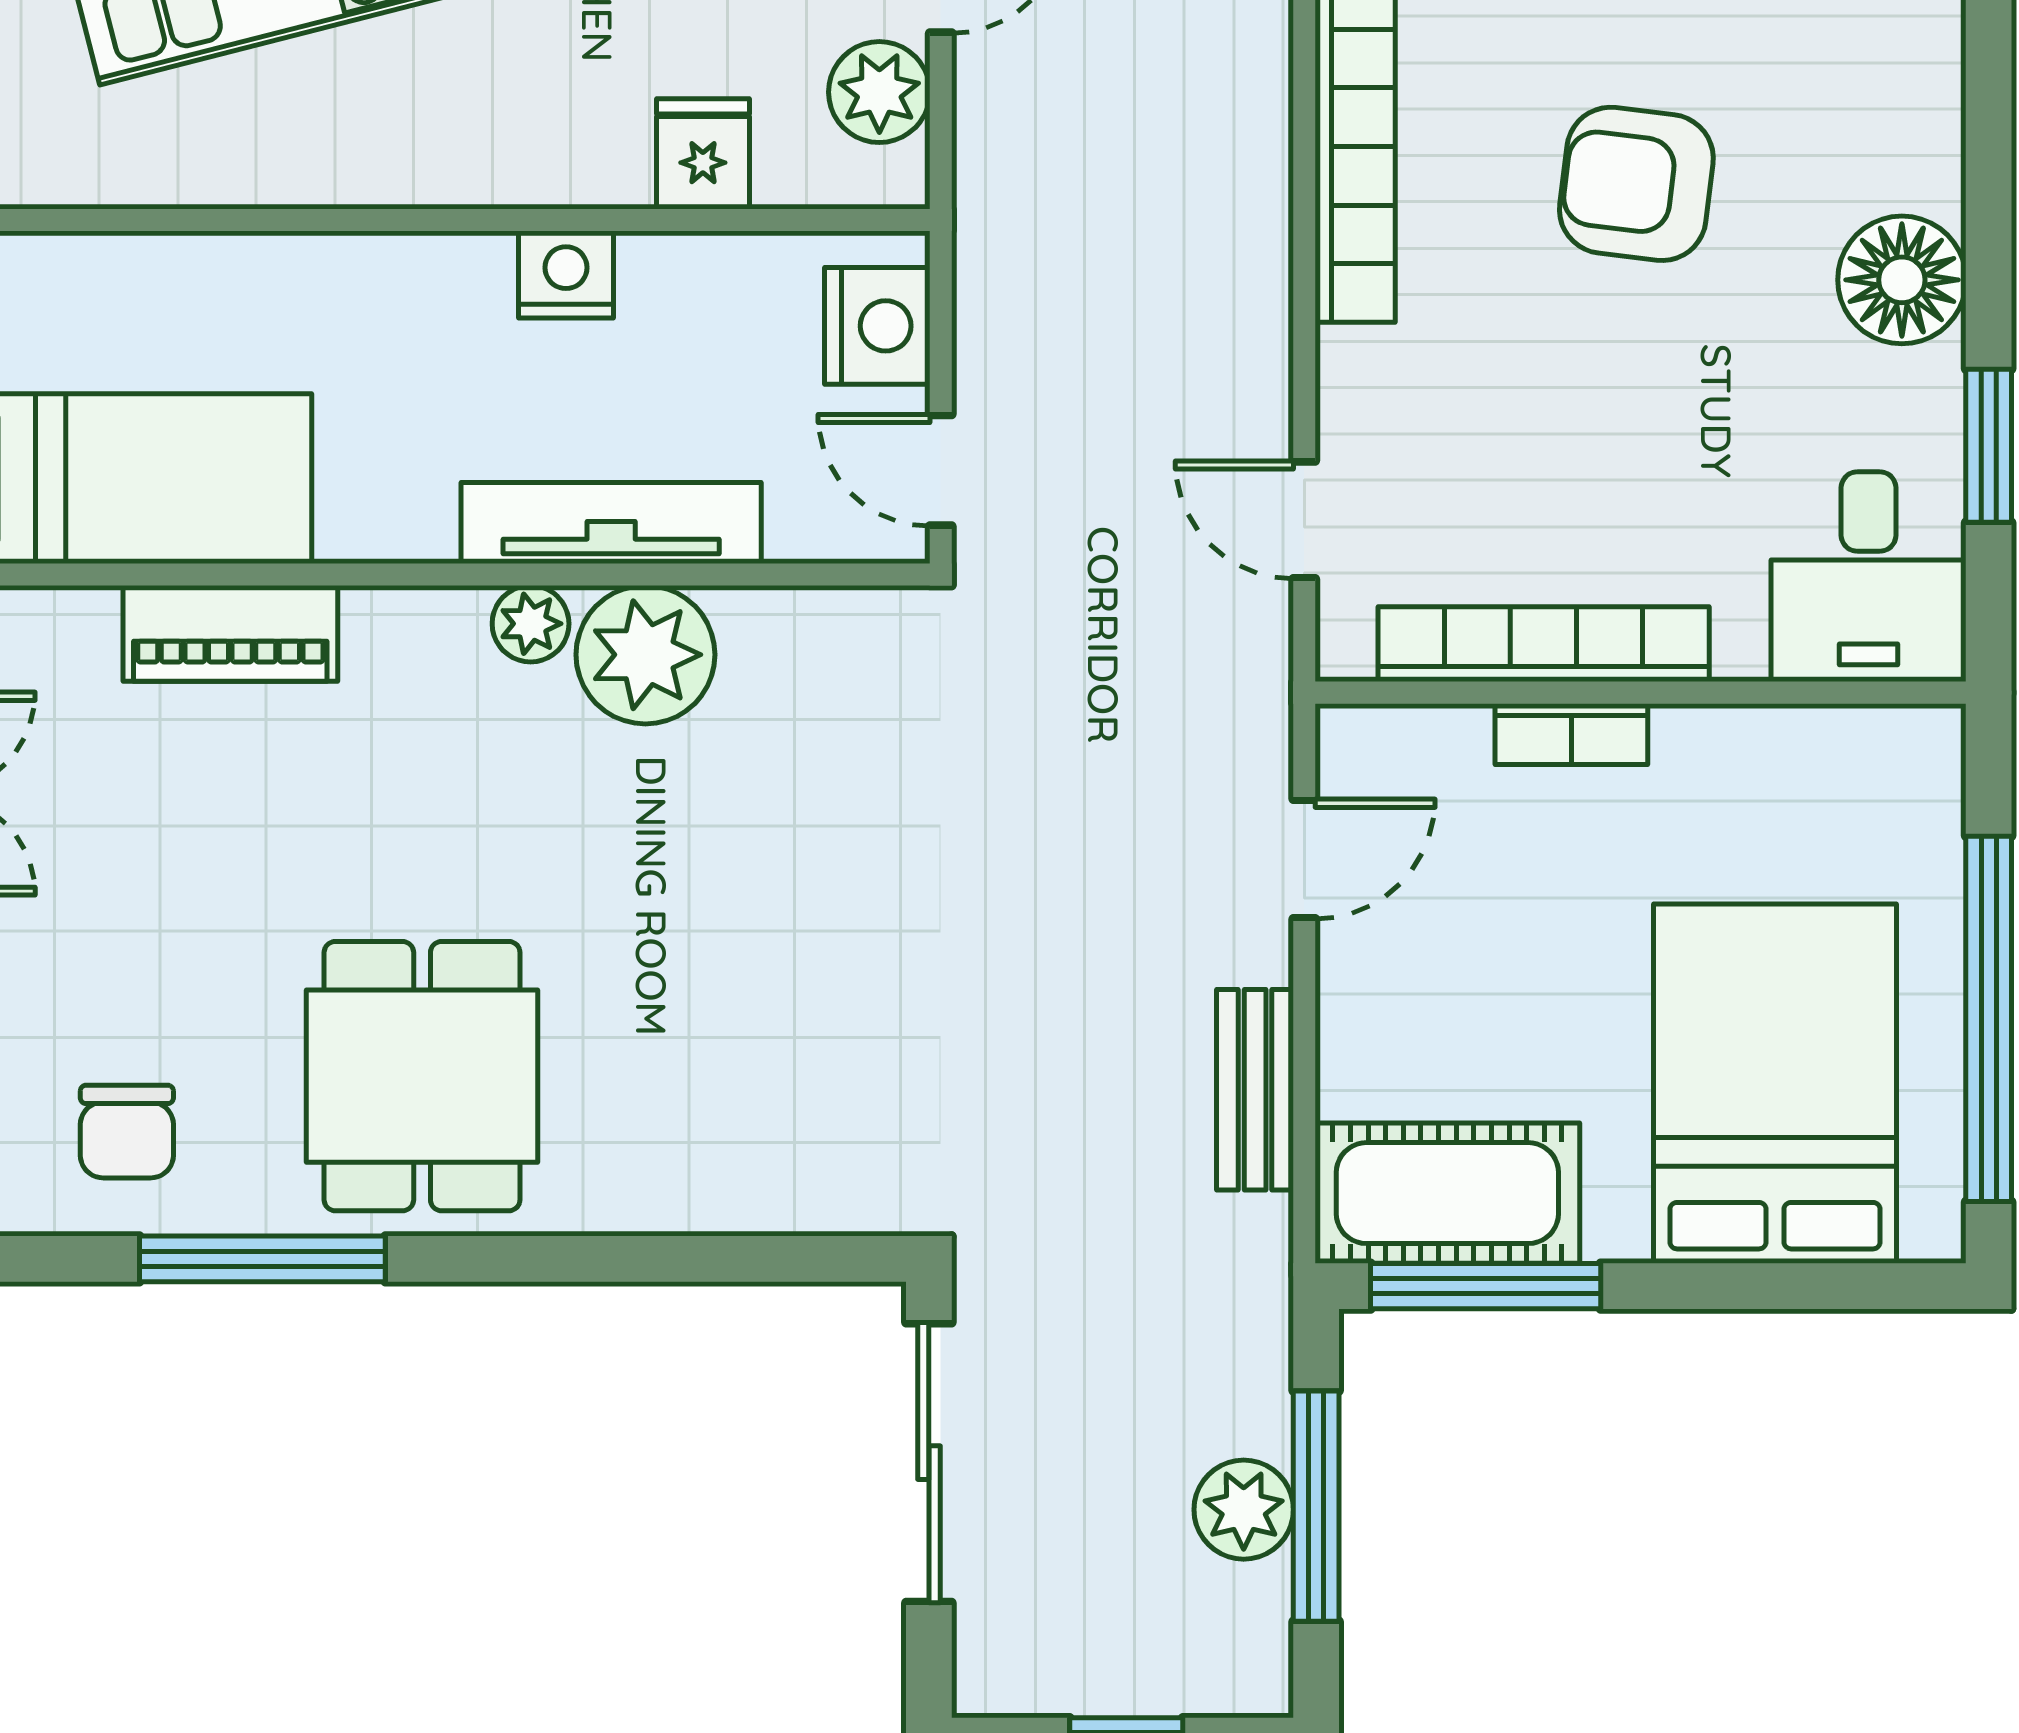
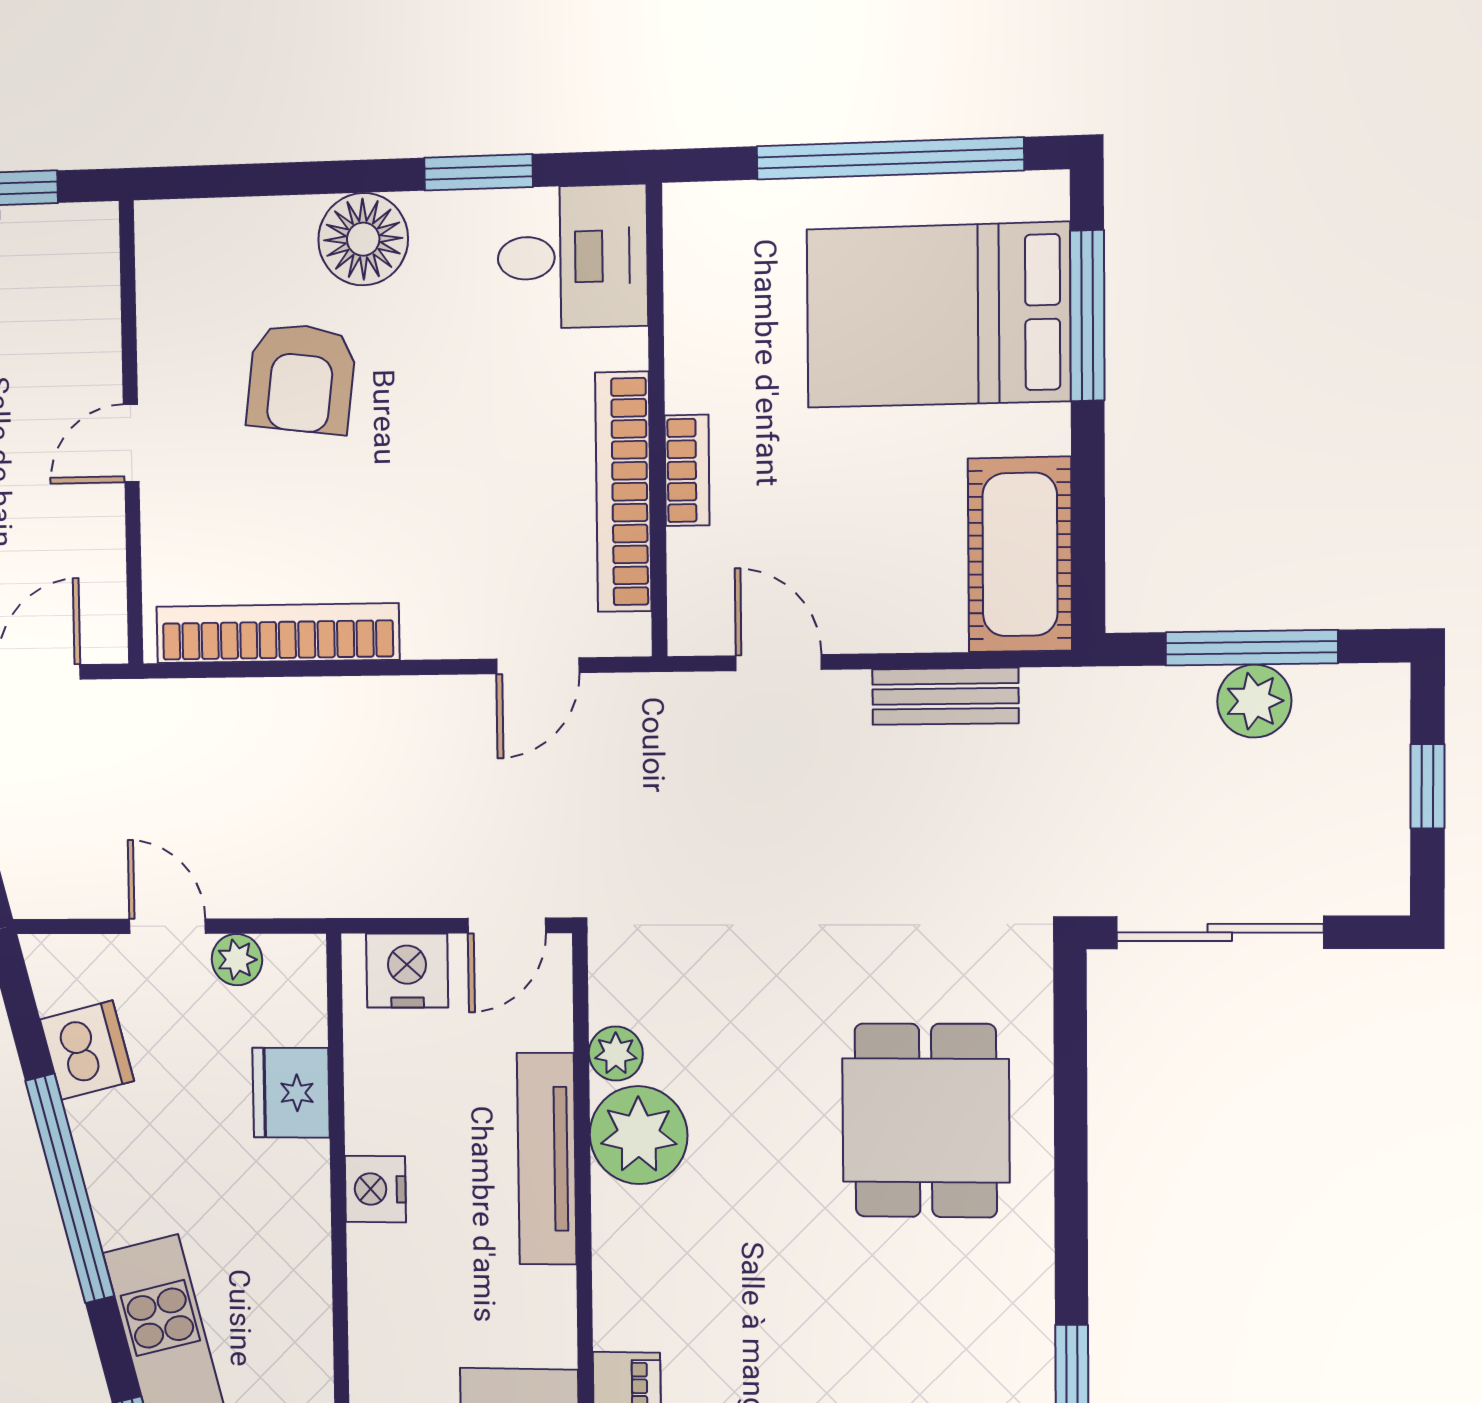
plant: (879, 92) -> (237, 960), width x0.73, depth x0.73
fridge: (703, 154) -> (291, 1093), width x1.38
armchair: (1636, 184) -> (301, 378), moved
plant: (531, 624) -> (616, 1054), moved
dining table: (422, 1076) -> (926, 1120), moved, turned 90
window: (1486, 1286) -> (1087, 316), moved

